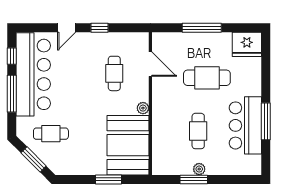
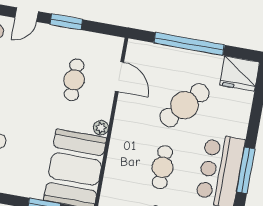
window: (100, 28) -> (66, 22), width x1.50
window: (202, 28) -> (189, 44), width x1.46
cafe table: (207, 78) -> (184, 105), turned -49

